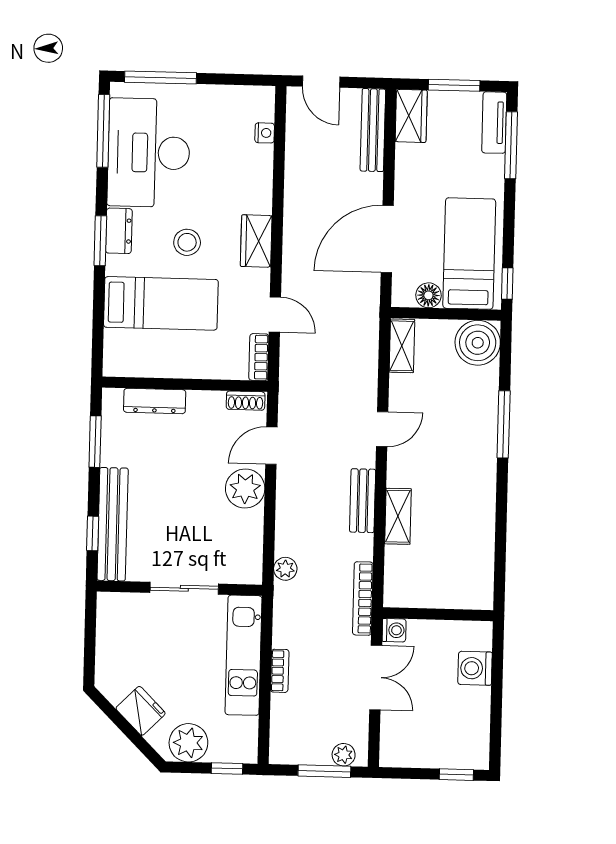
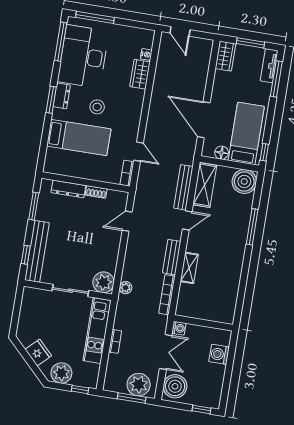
bench: (373, 130) -> (183, 187), moved
door: (387, 239) -> (204, 120), hinge flipped
wardrobe: (256, 241) -> (140, 74), moved
shelving: (402, 346) -> (205, 185), width x1.50, depth x1.33
shoe rack: (246, 401) -> (96, 192), moved
plant: (245, 489) -> (103, 282), moved
bookcase: (363, 598) -> (167, 295), moved
boiler: (402, 738) -> (175, 386), added
plant: (344, 755) -> (139, 385), width x1.87, depth x1.87

